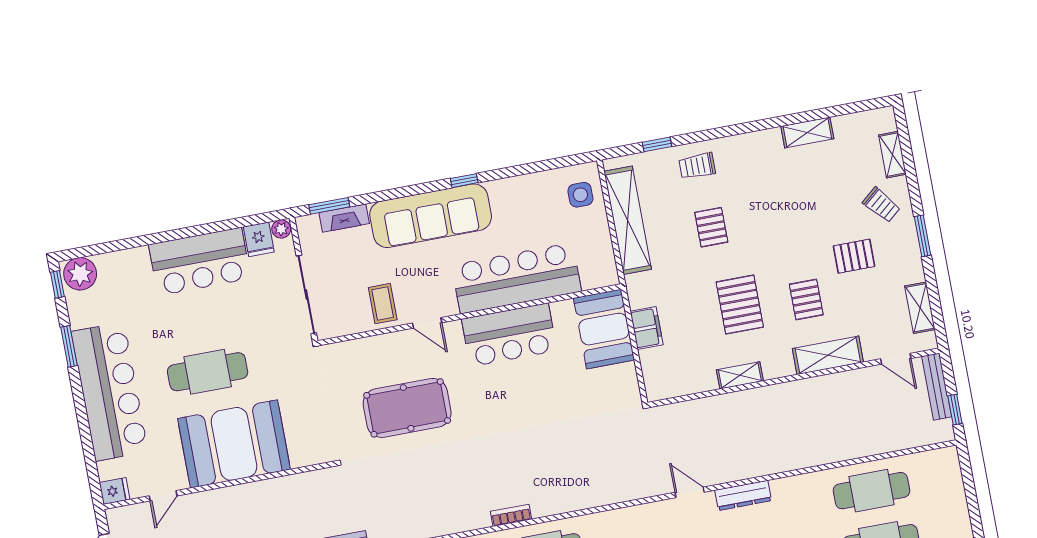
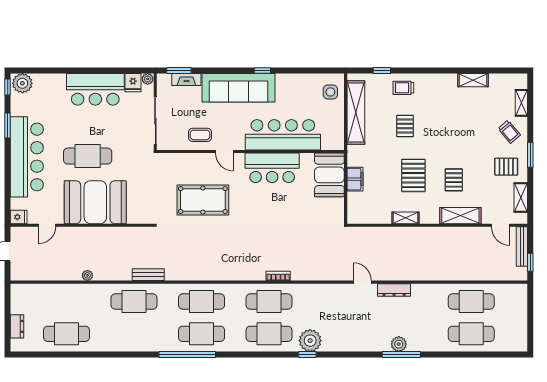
pallet: (854, 256) -> (506, 167), moved
coffee table: (383, 304) -> (200, 135), turned 90
bookcase: (511, 515) -> (278, 276), moved

